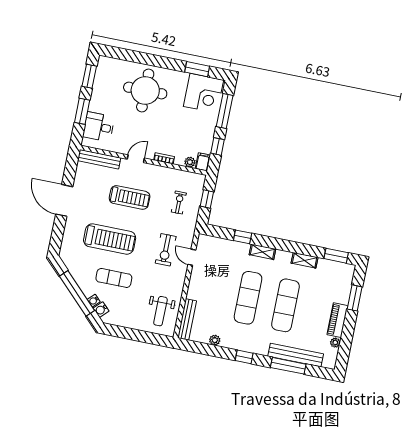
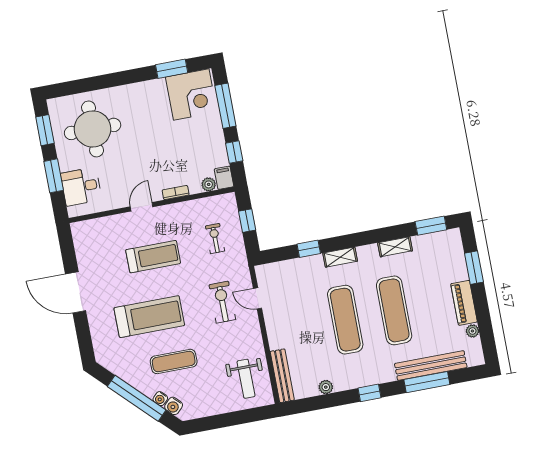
round table: (145, 90) -> (93, 129), moved
bench: (99, 159) -> (98, 225), removed
exercise bike: (166, 250) -> (222, 302), turned 180

